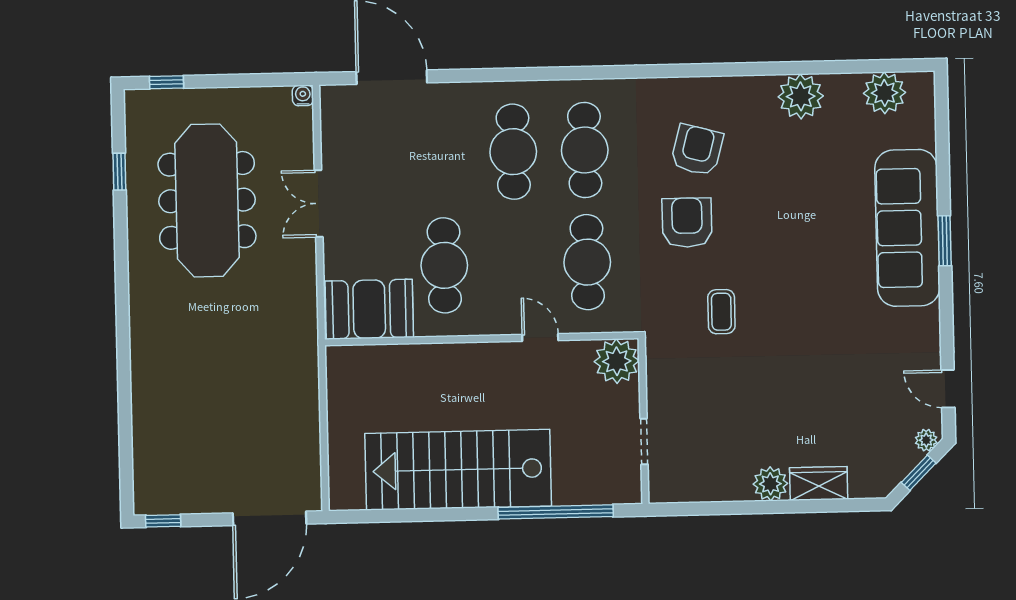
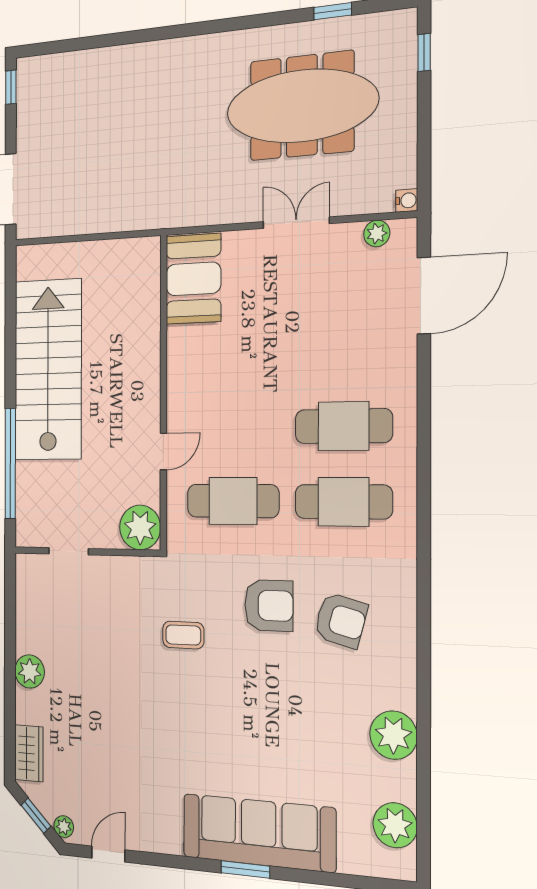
plant: (332, 124) -> (377, 233), added
cafe table: (444, 265) -> (233, 354), removed
wardrobe: (819, 483) -> (29, 753), moved

